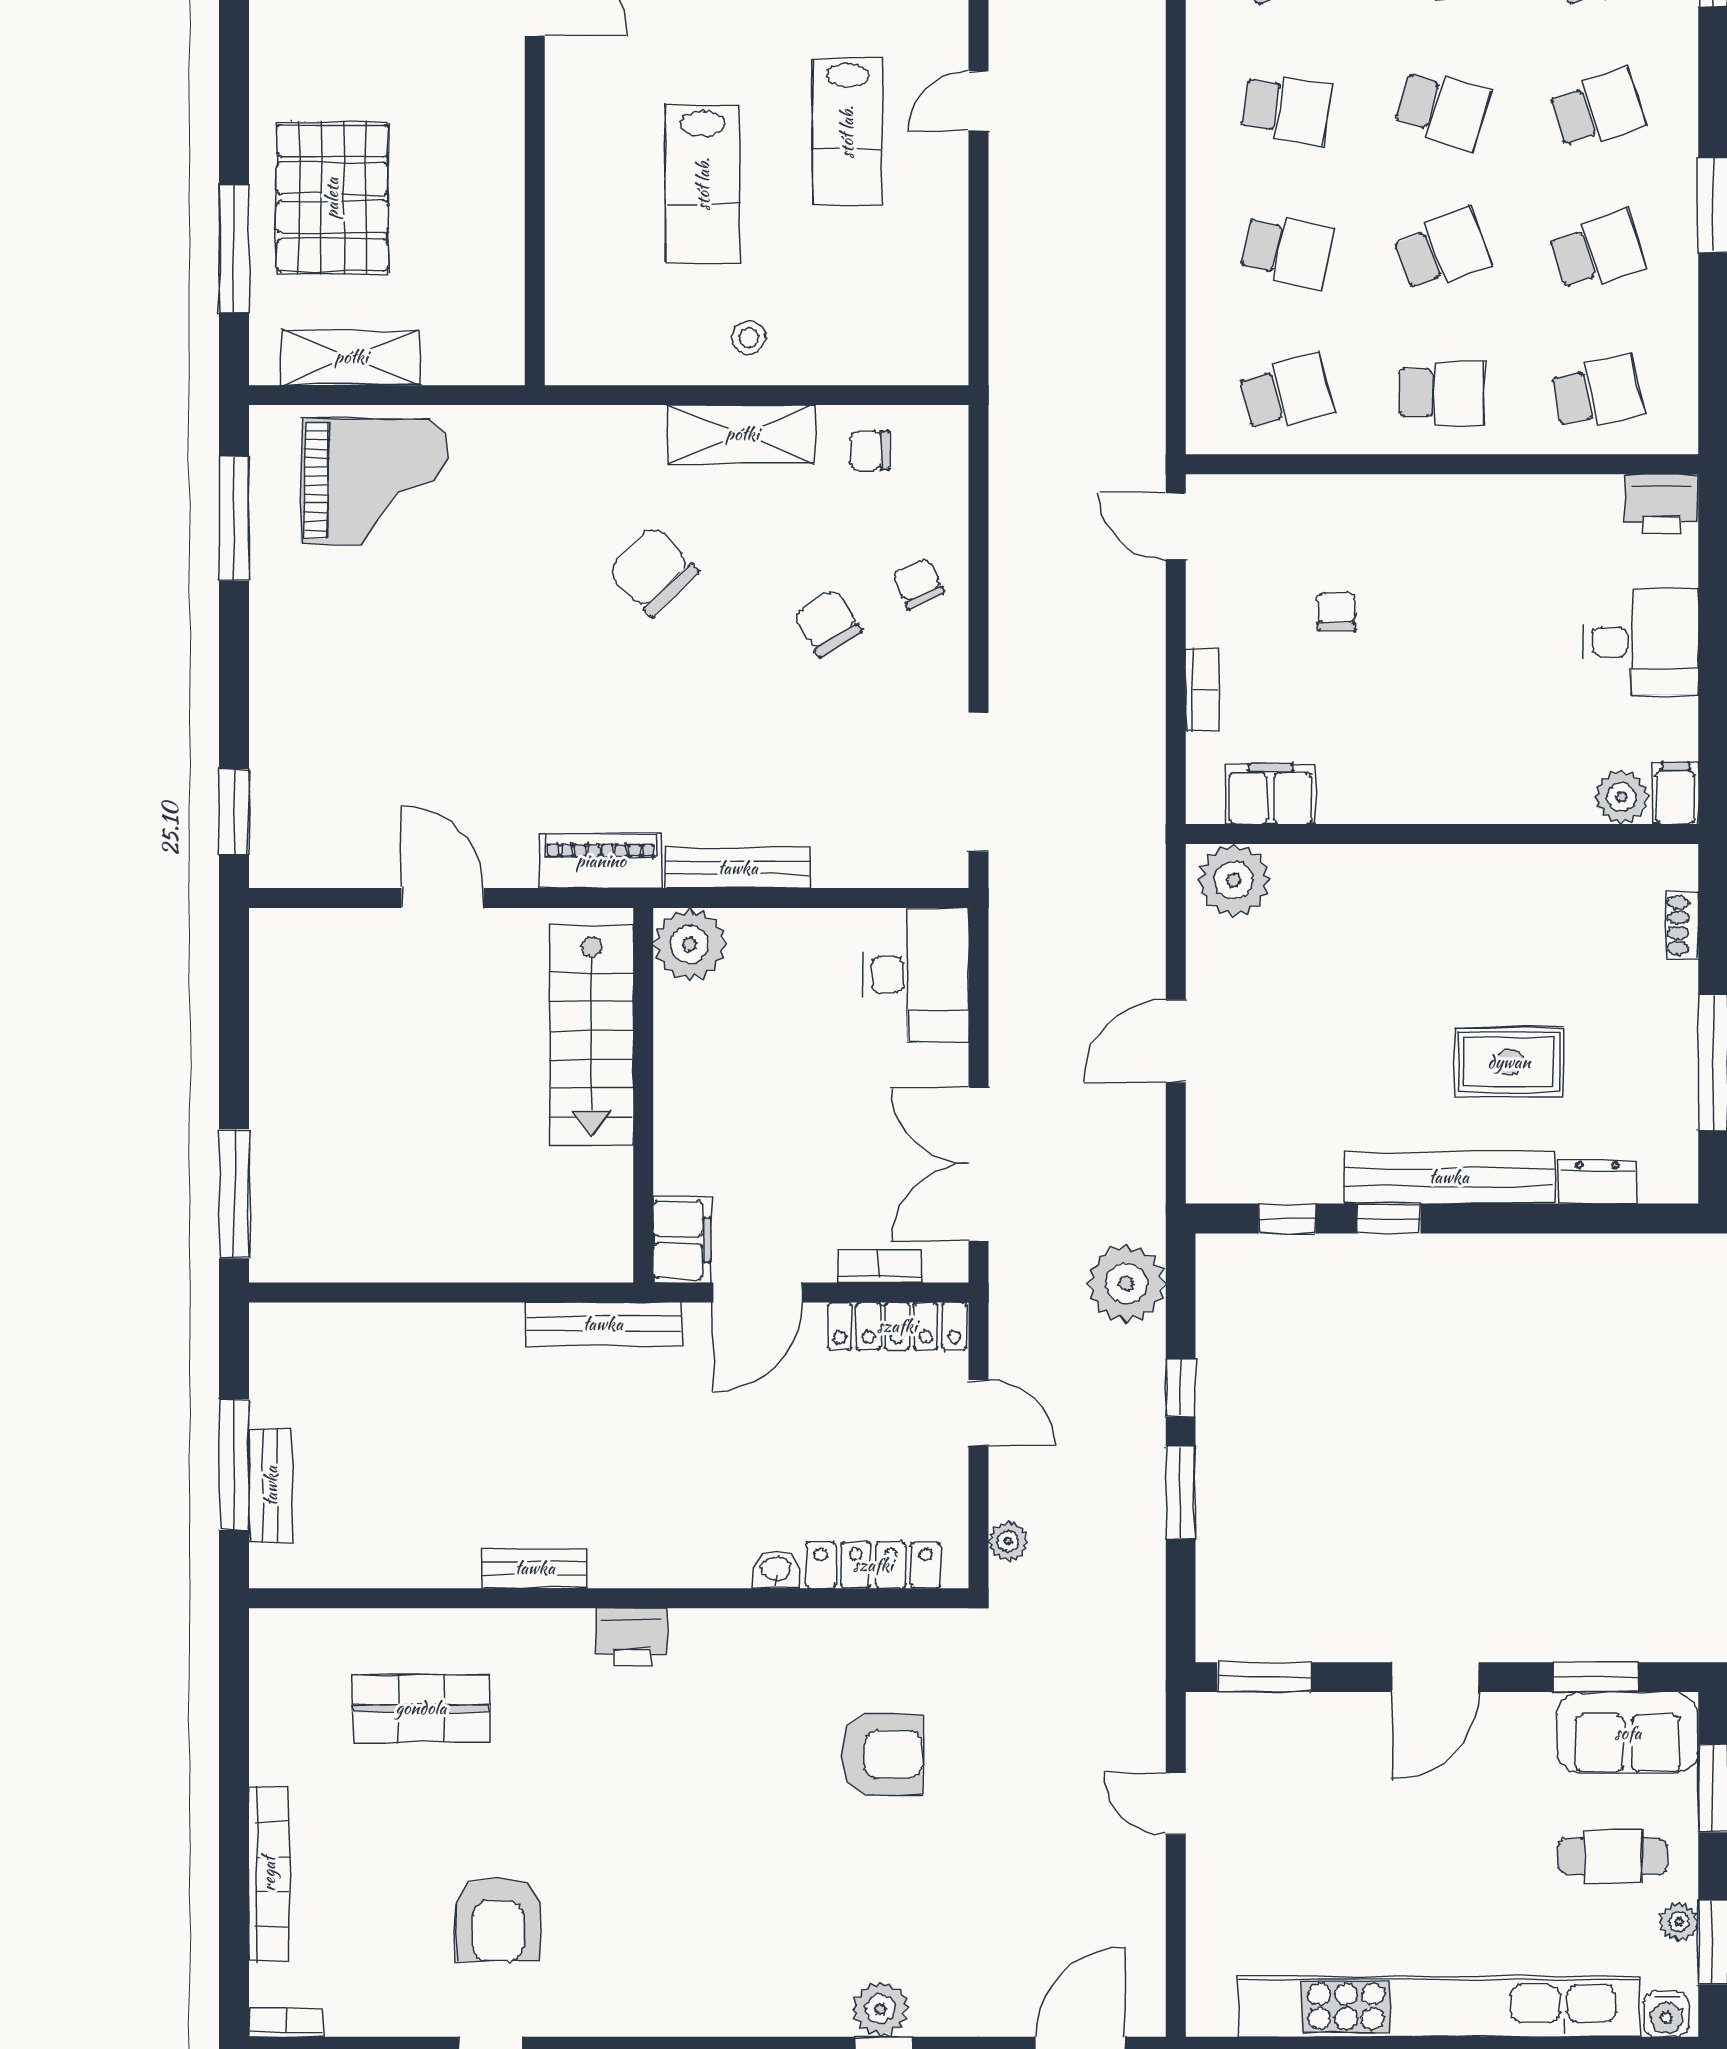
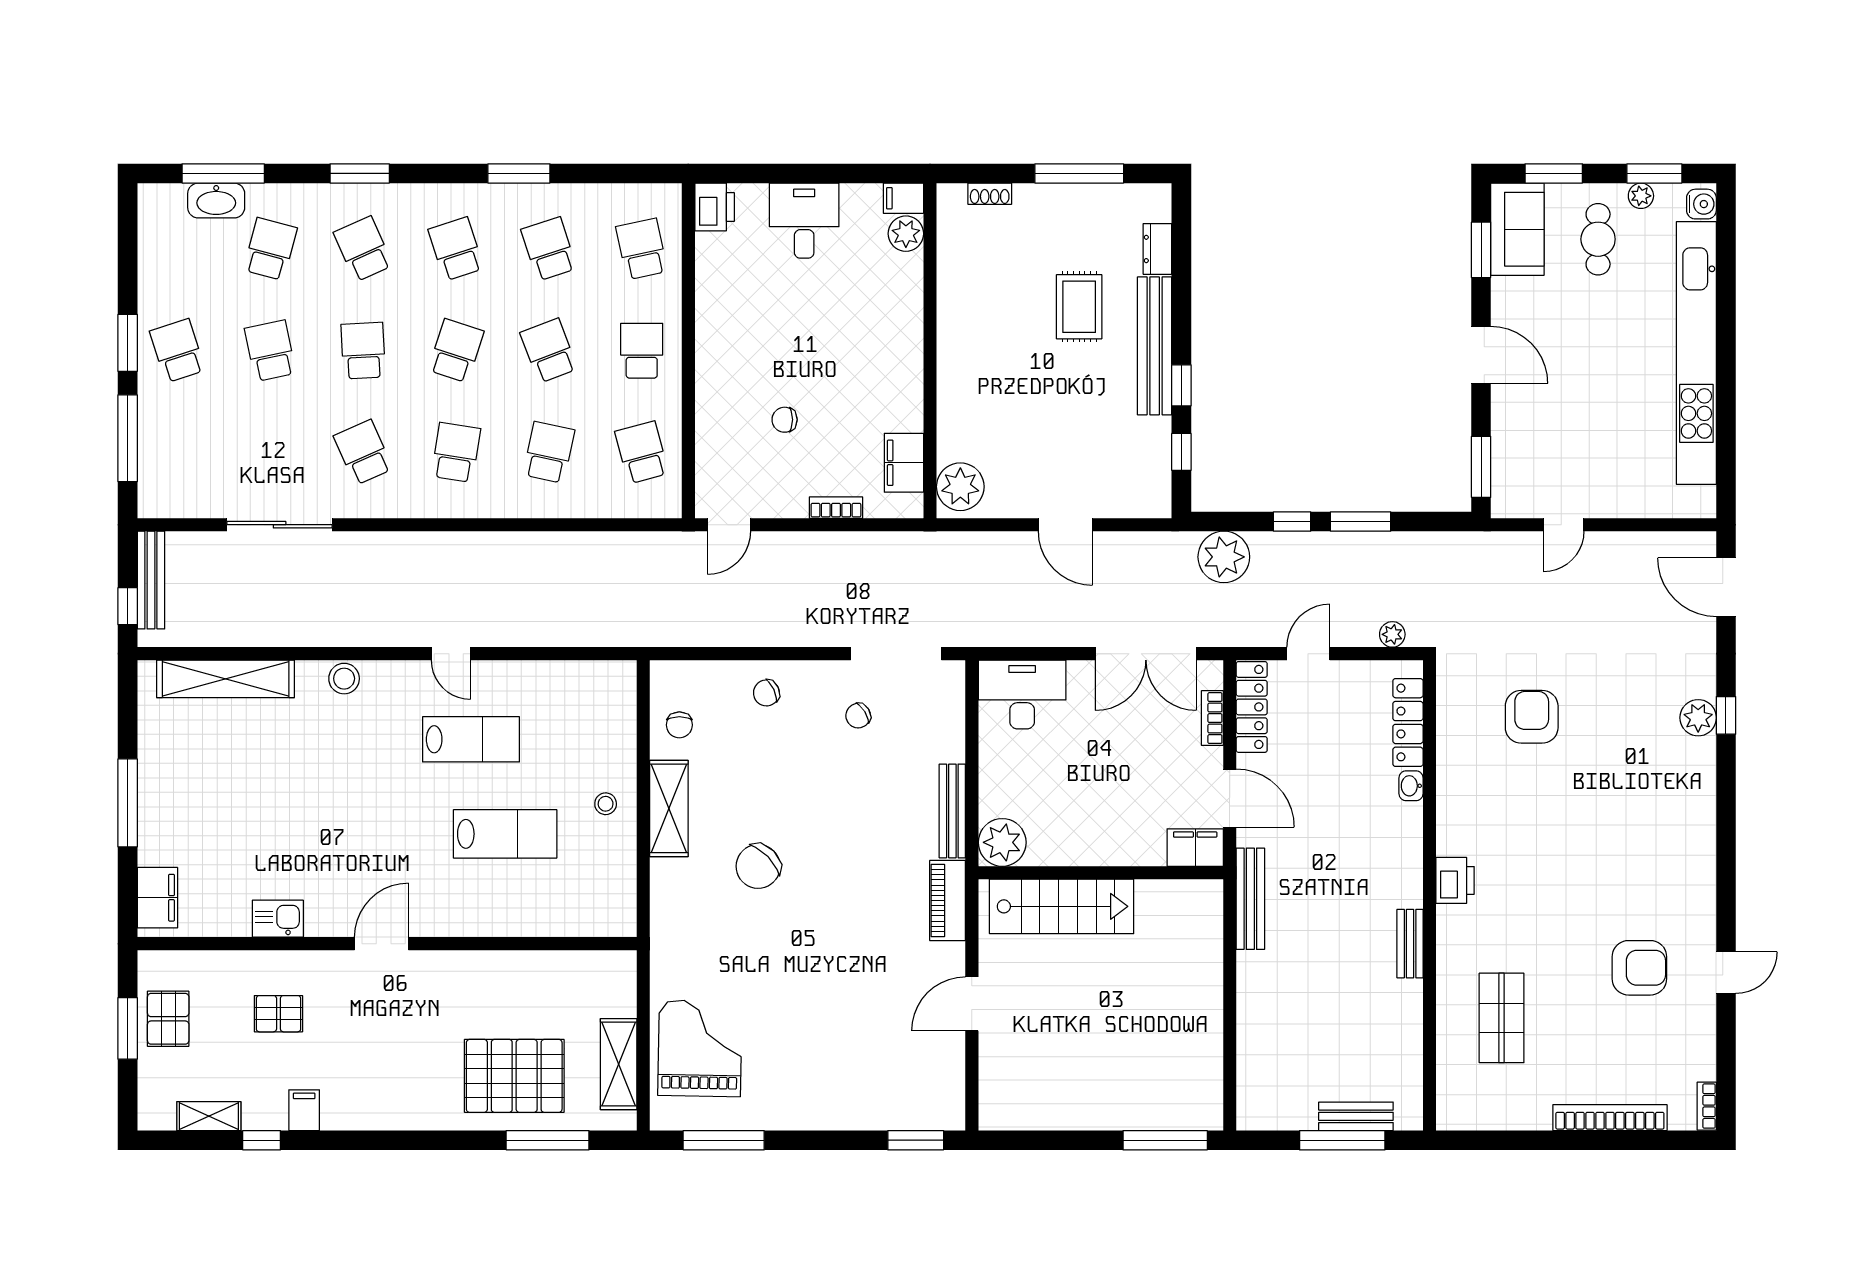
chair: (828, 623) -> (858, 716), moved, width x0.73, depth x0.73

